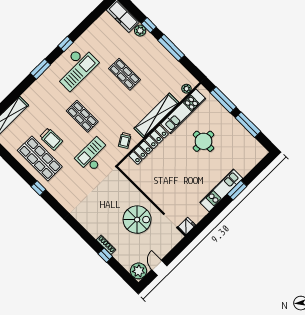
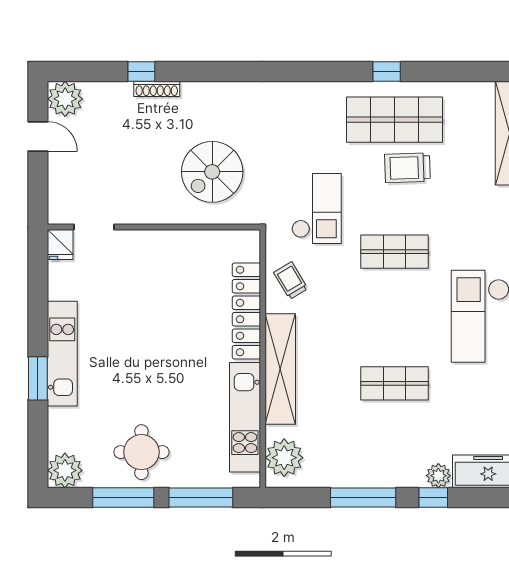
plant: (186, 89) -> (284, 458), width x1.88, depth x1.88
round table: (203, 141) -> (141, 452), moved
plant: (258, 152) -> (65, 470), added
window: (38, 188) -> (387, 71), moved
spiral stairs: (137, 220) -> (212, 172), moved

